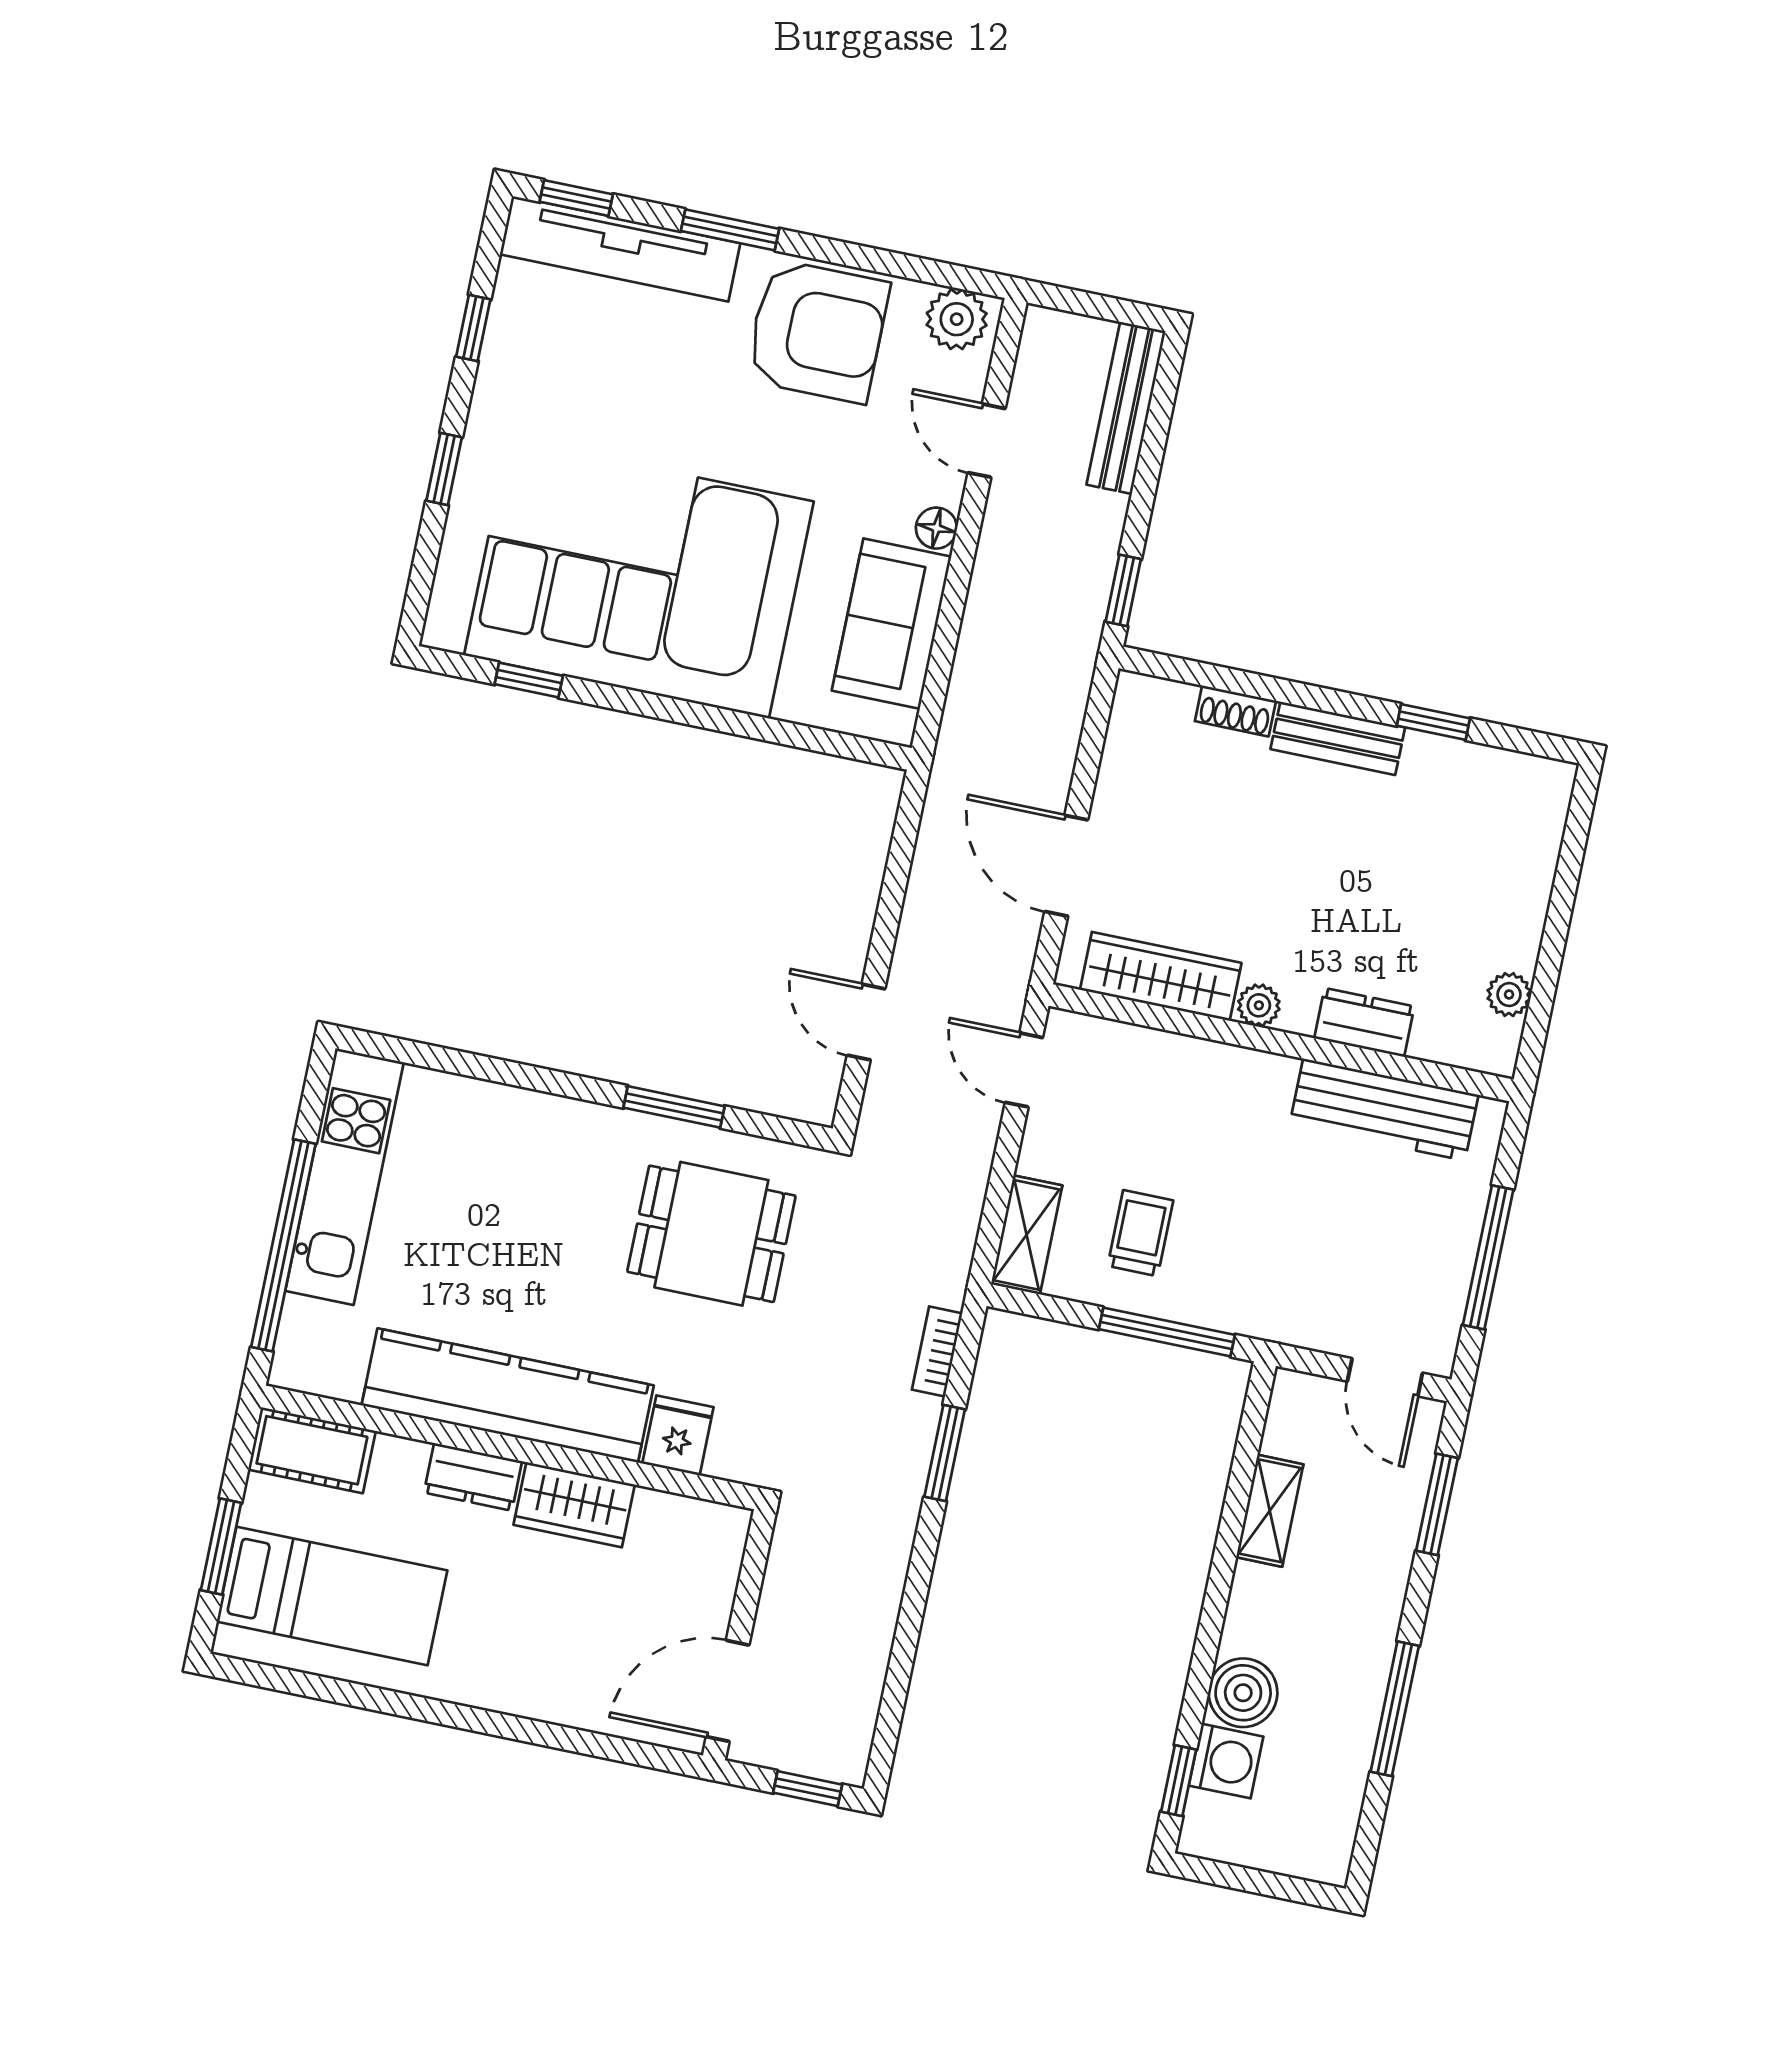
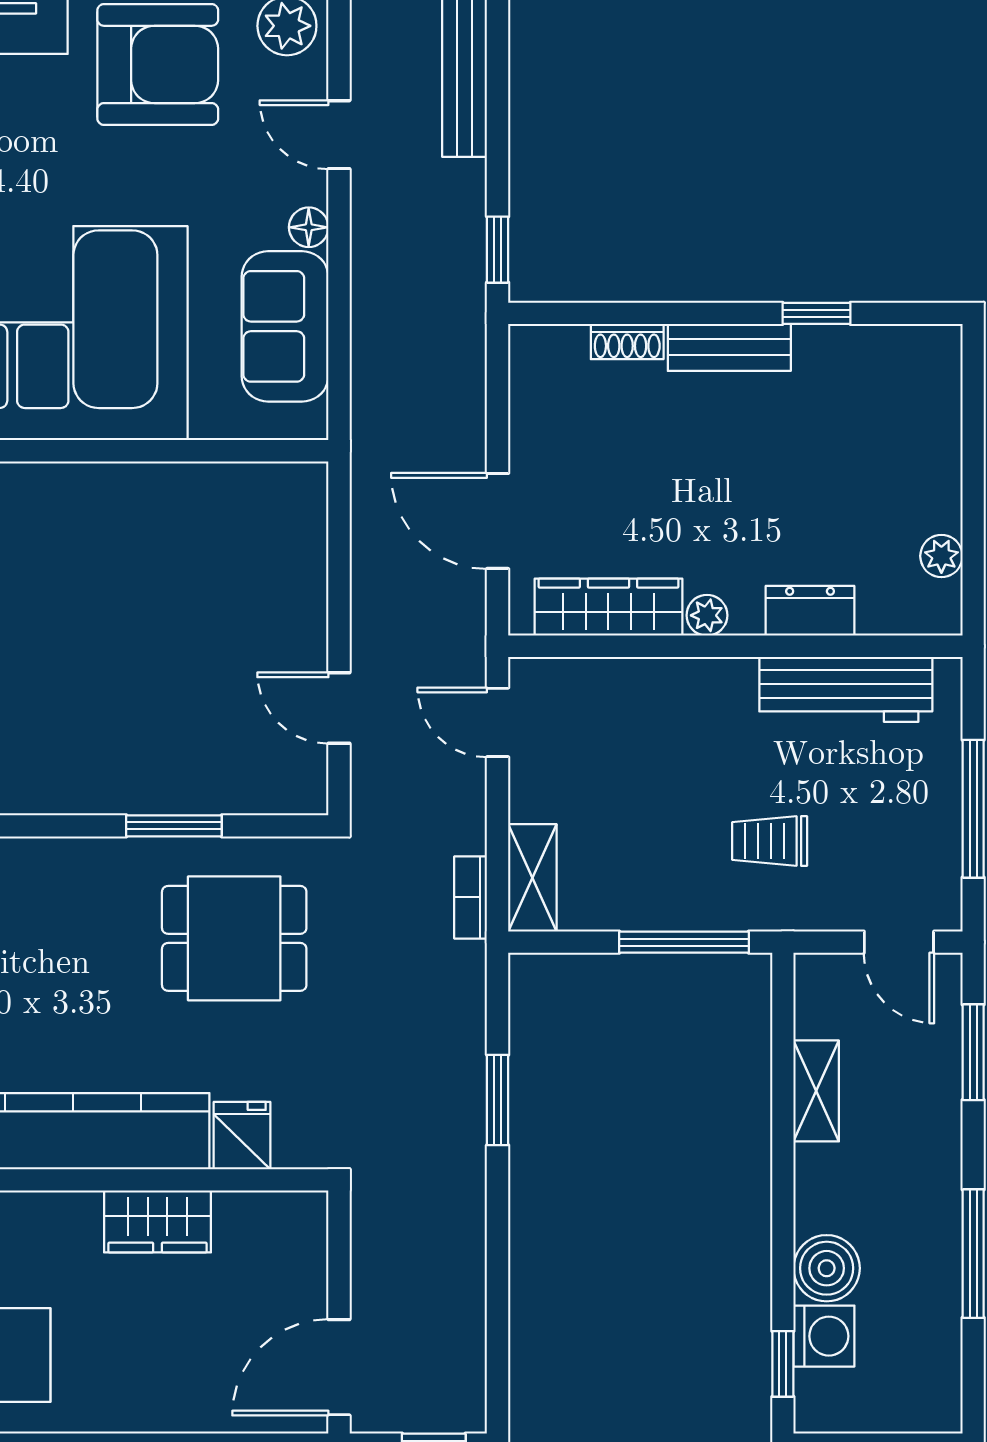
trolley: (1140, 1233) -> (770, 841), moved, turned -90
bookcase: (937, 1351) -> (471, 897), moved
dresser: (473, 1477) -> (56, 1215), removed

